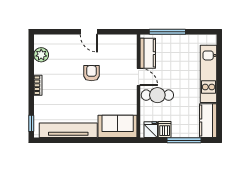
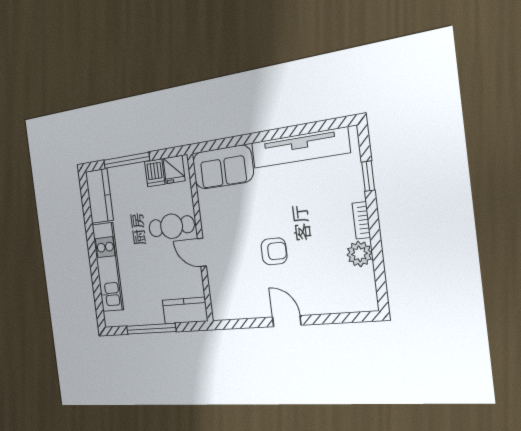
window: (167, 32) -> (151, 329), moved
kitchen counter: (148, 53) -> (185, 311), moved, turned 90
plant: (41, 55) -> (359, 254), moved
armchair: (91, 73) -> (274, 251), turned -90
window: (31, 123) -> (368, 176), moved

